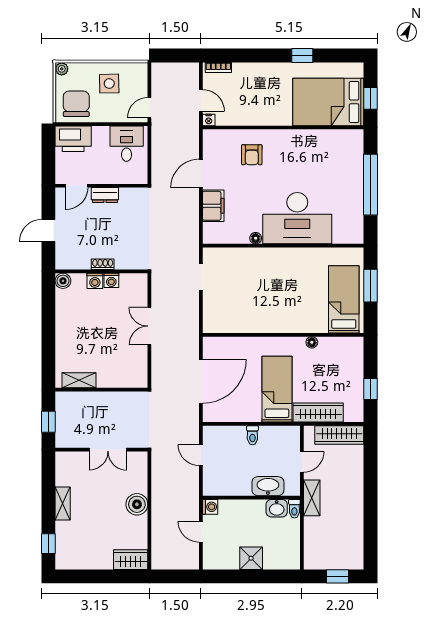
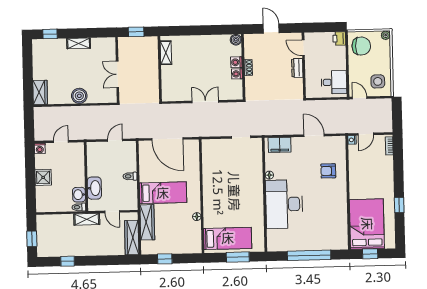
side table: (109, 84) -> (378, 81), moved
printer: (73, 139) -> (339, 39), width x0.53, depth x0.68
filing cabinet: (213, 206) -> (280, 145), moved
washing machine: (210, 507) -> (40, 149), moved
window: (370, 527) -> (68, 261), added

